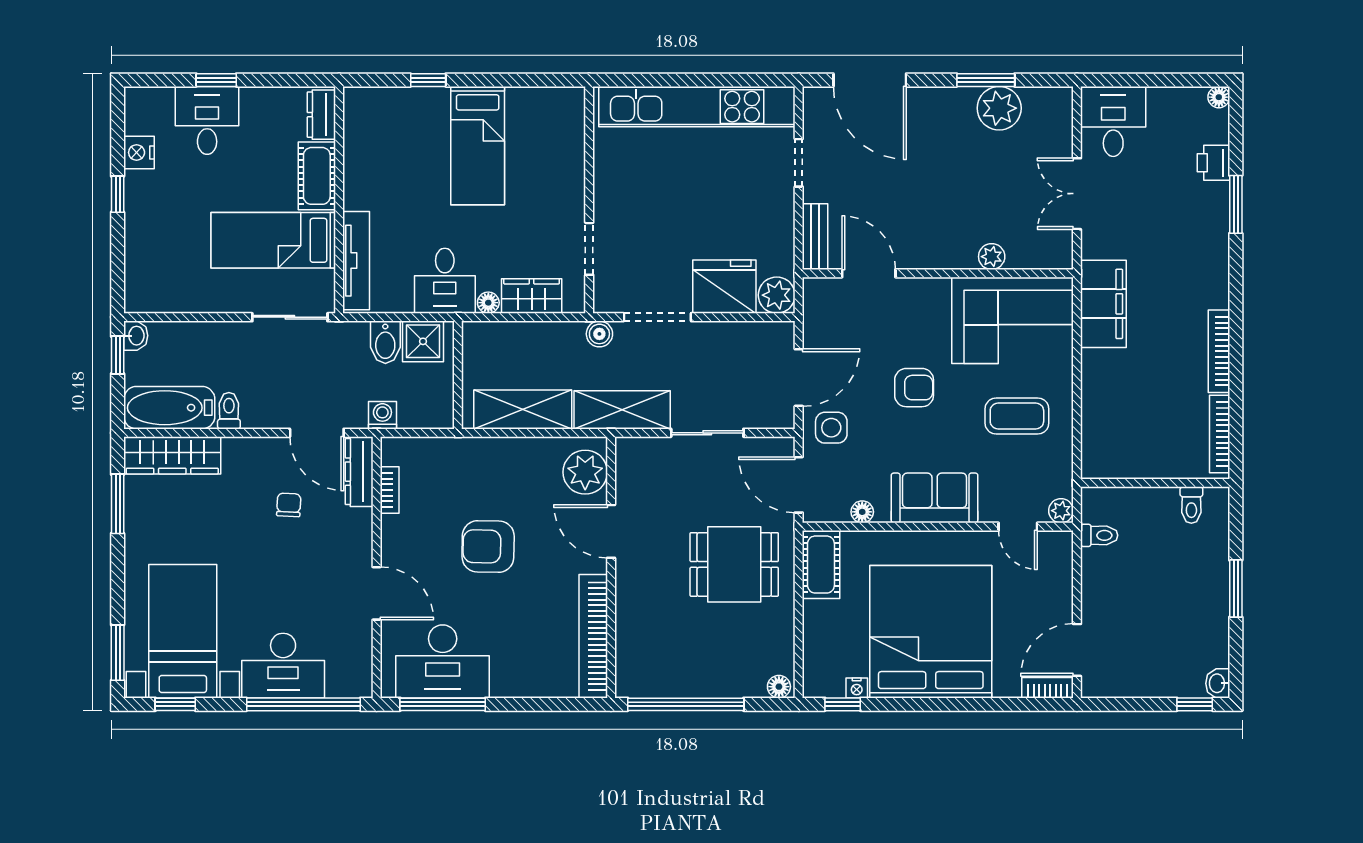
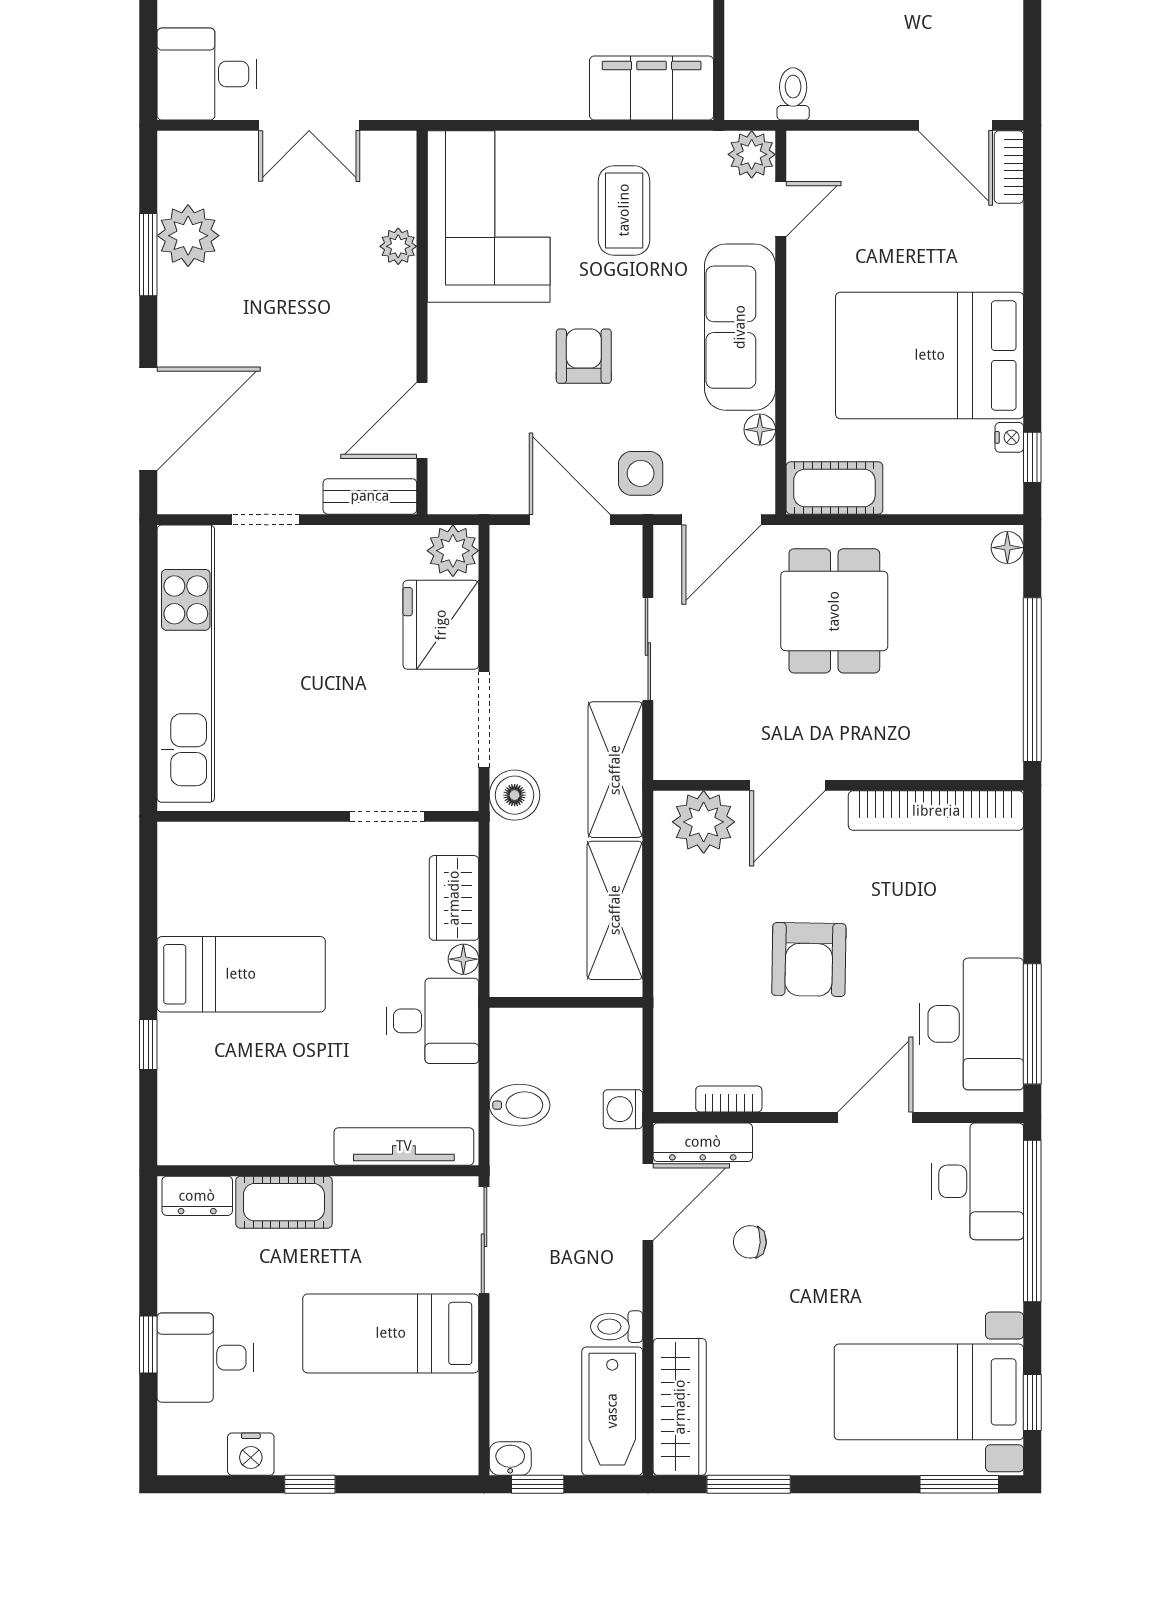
bed: (273, 240) -> (391, 1333), moved, turned 90
filing cabinet: (1103, 304) -> (652, 88), moved
boiler: (599, 334) -> (515, 795), width x1.36, depth x1.36
shower: (423, 341) -> (518, 1052), removed
sofa: (935, 498) -> (740, 327), width x1.36
plant: (1061, 511) -> (752, 154), width x1.38, depth x1.38
bed: (931, 632) -> (930, 355), width x0.73
desk: (283, 666) -> (978, 1181), moved

